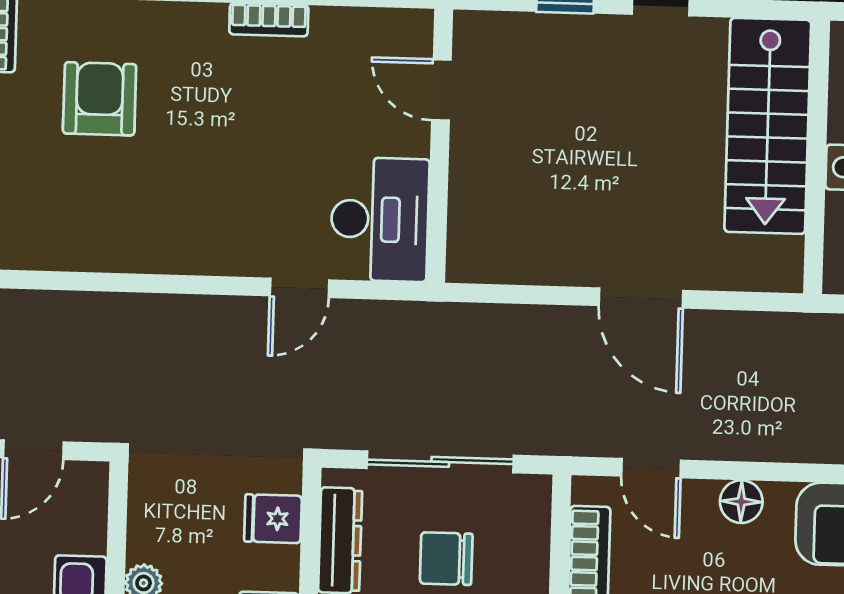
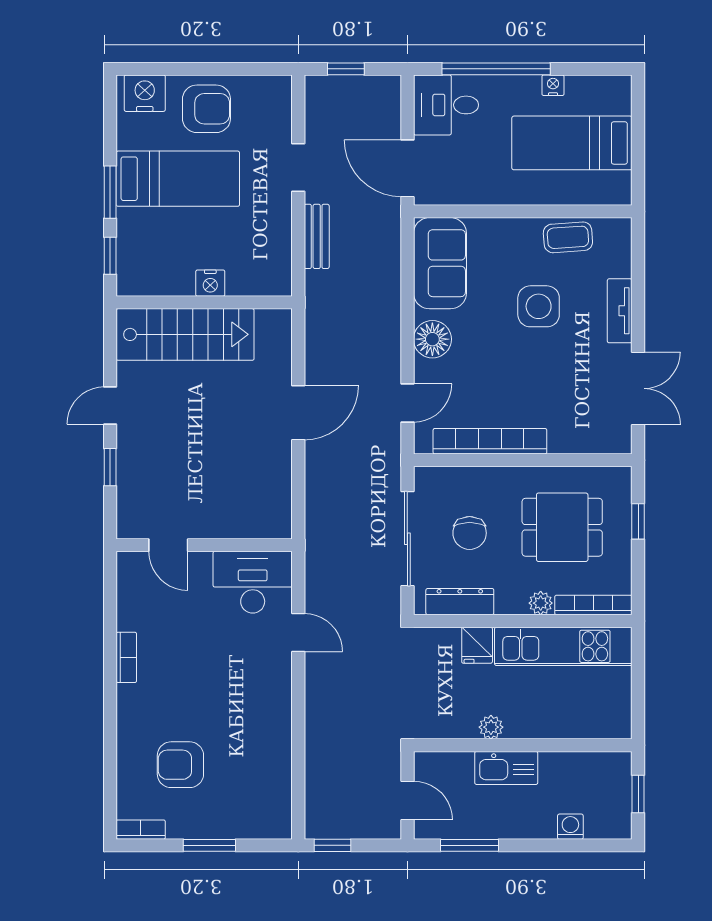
door: (441, 90) -> (168, 545), hinge flipped
floor lamp: (741, 502) -> (432, 339), width x1.38, depth x1.38
fridge: (273, 519) -> (477, 645), moved

